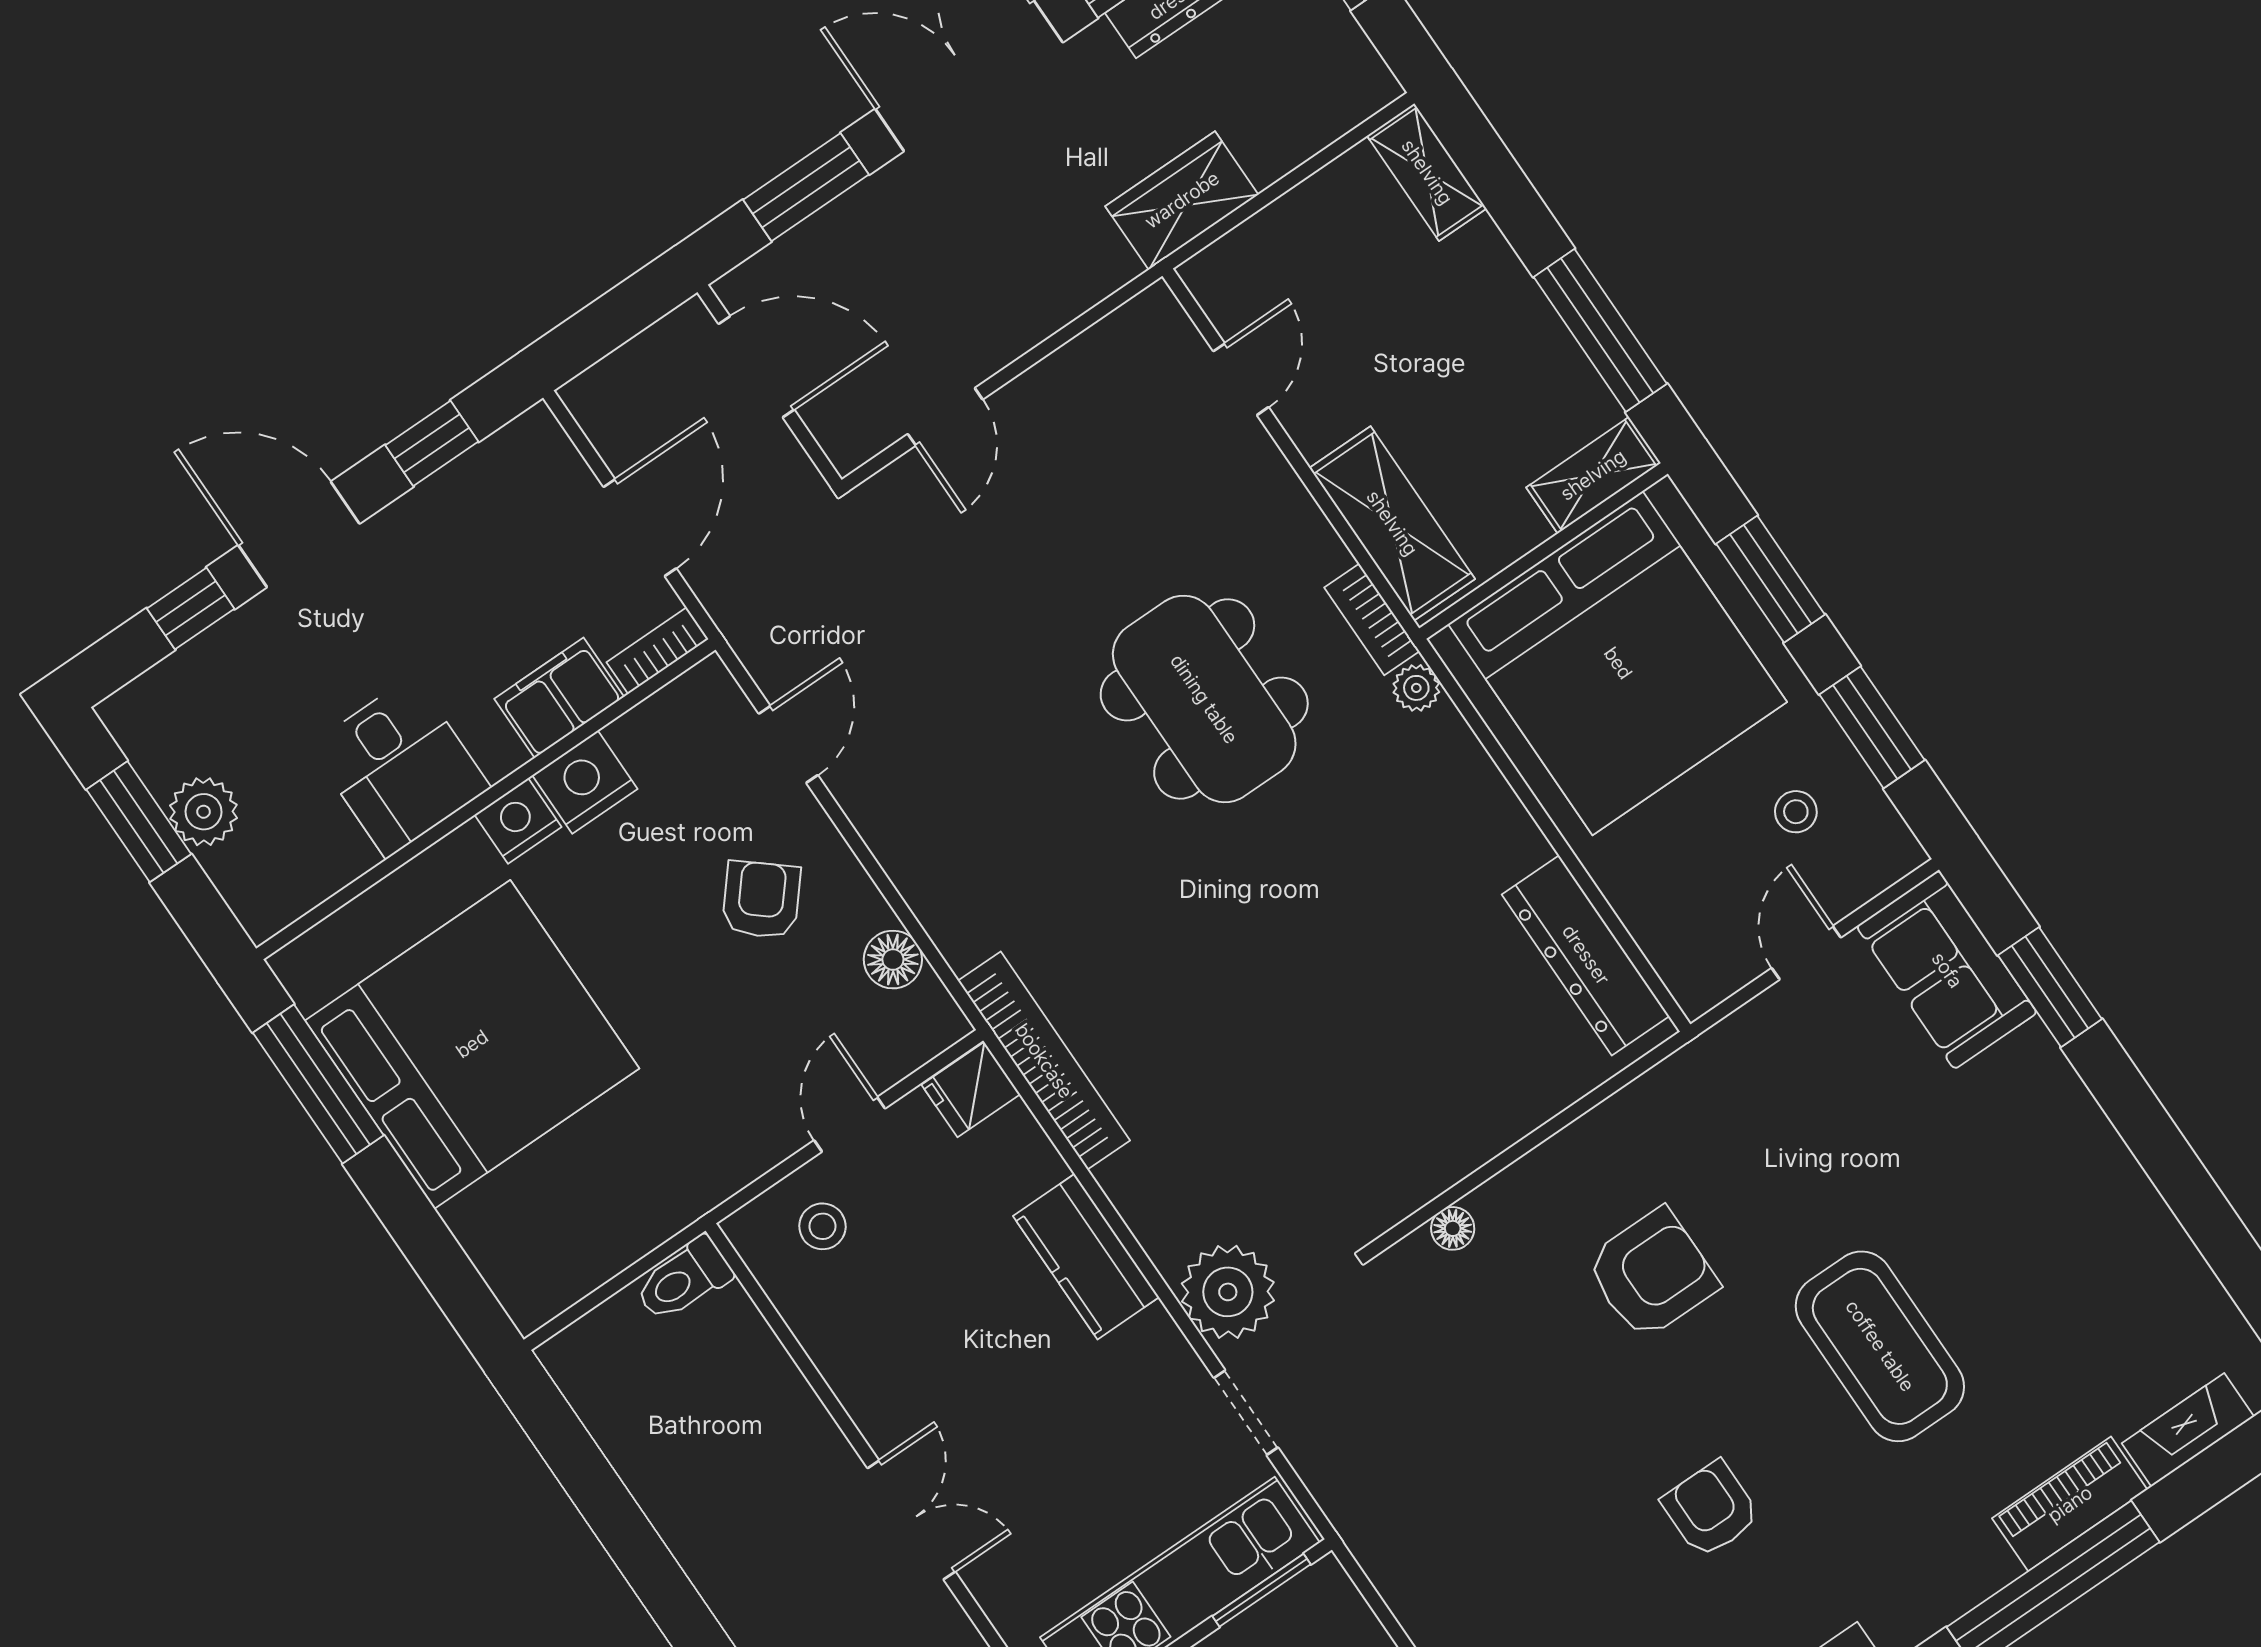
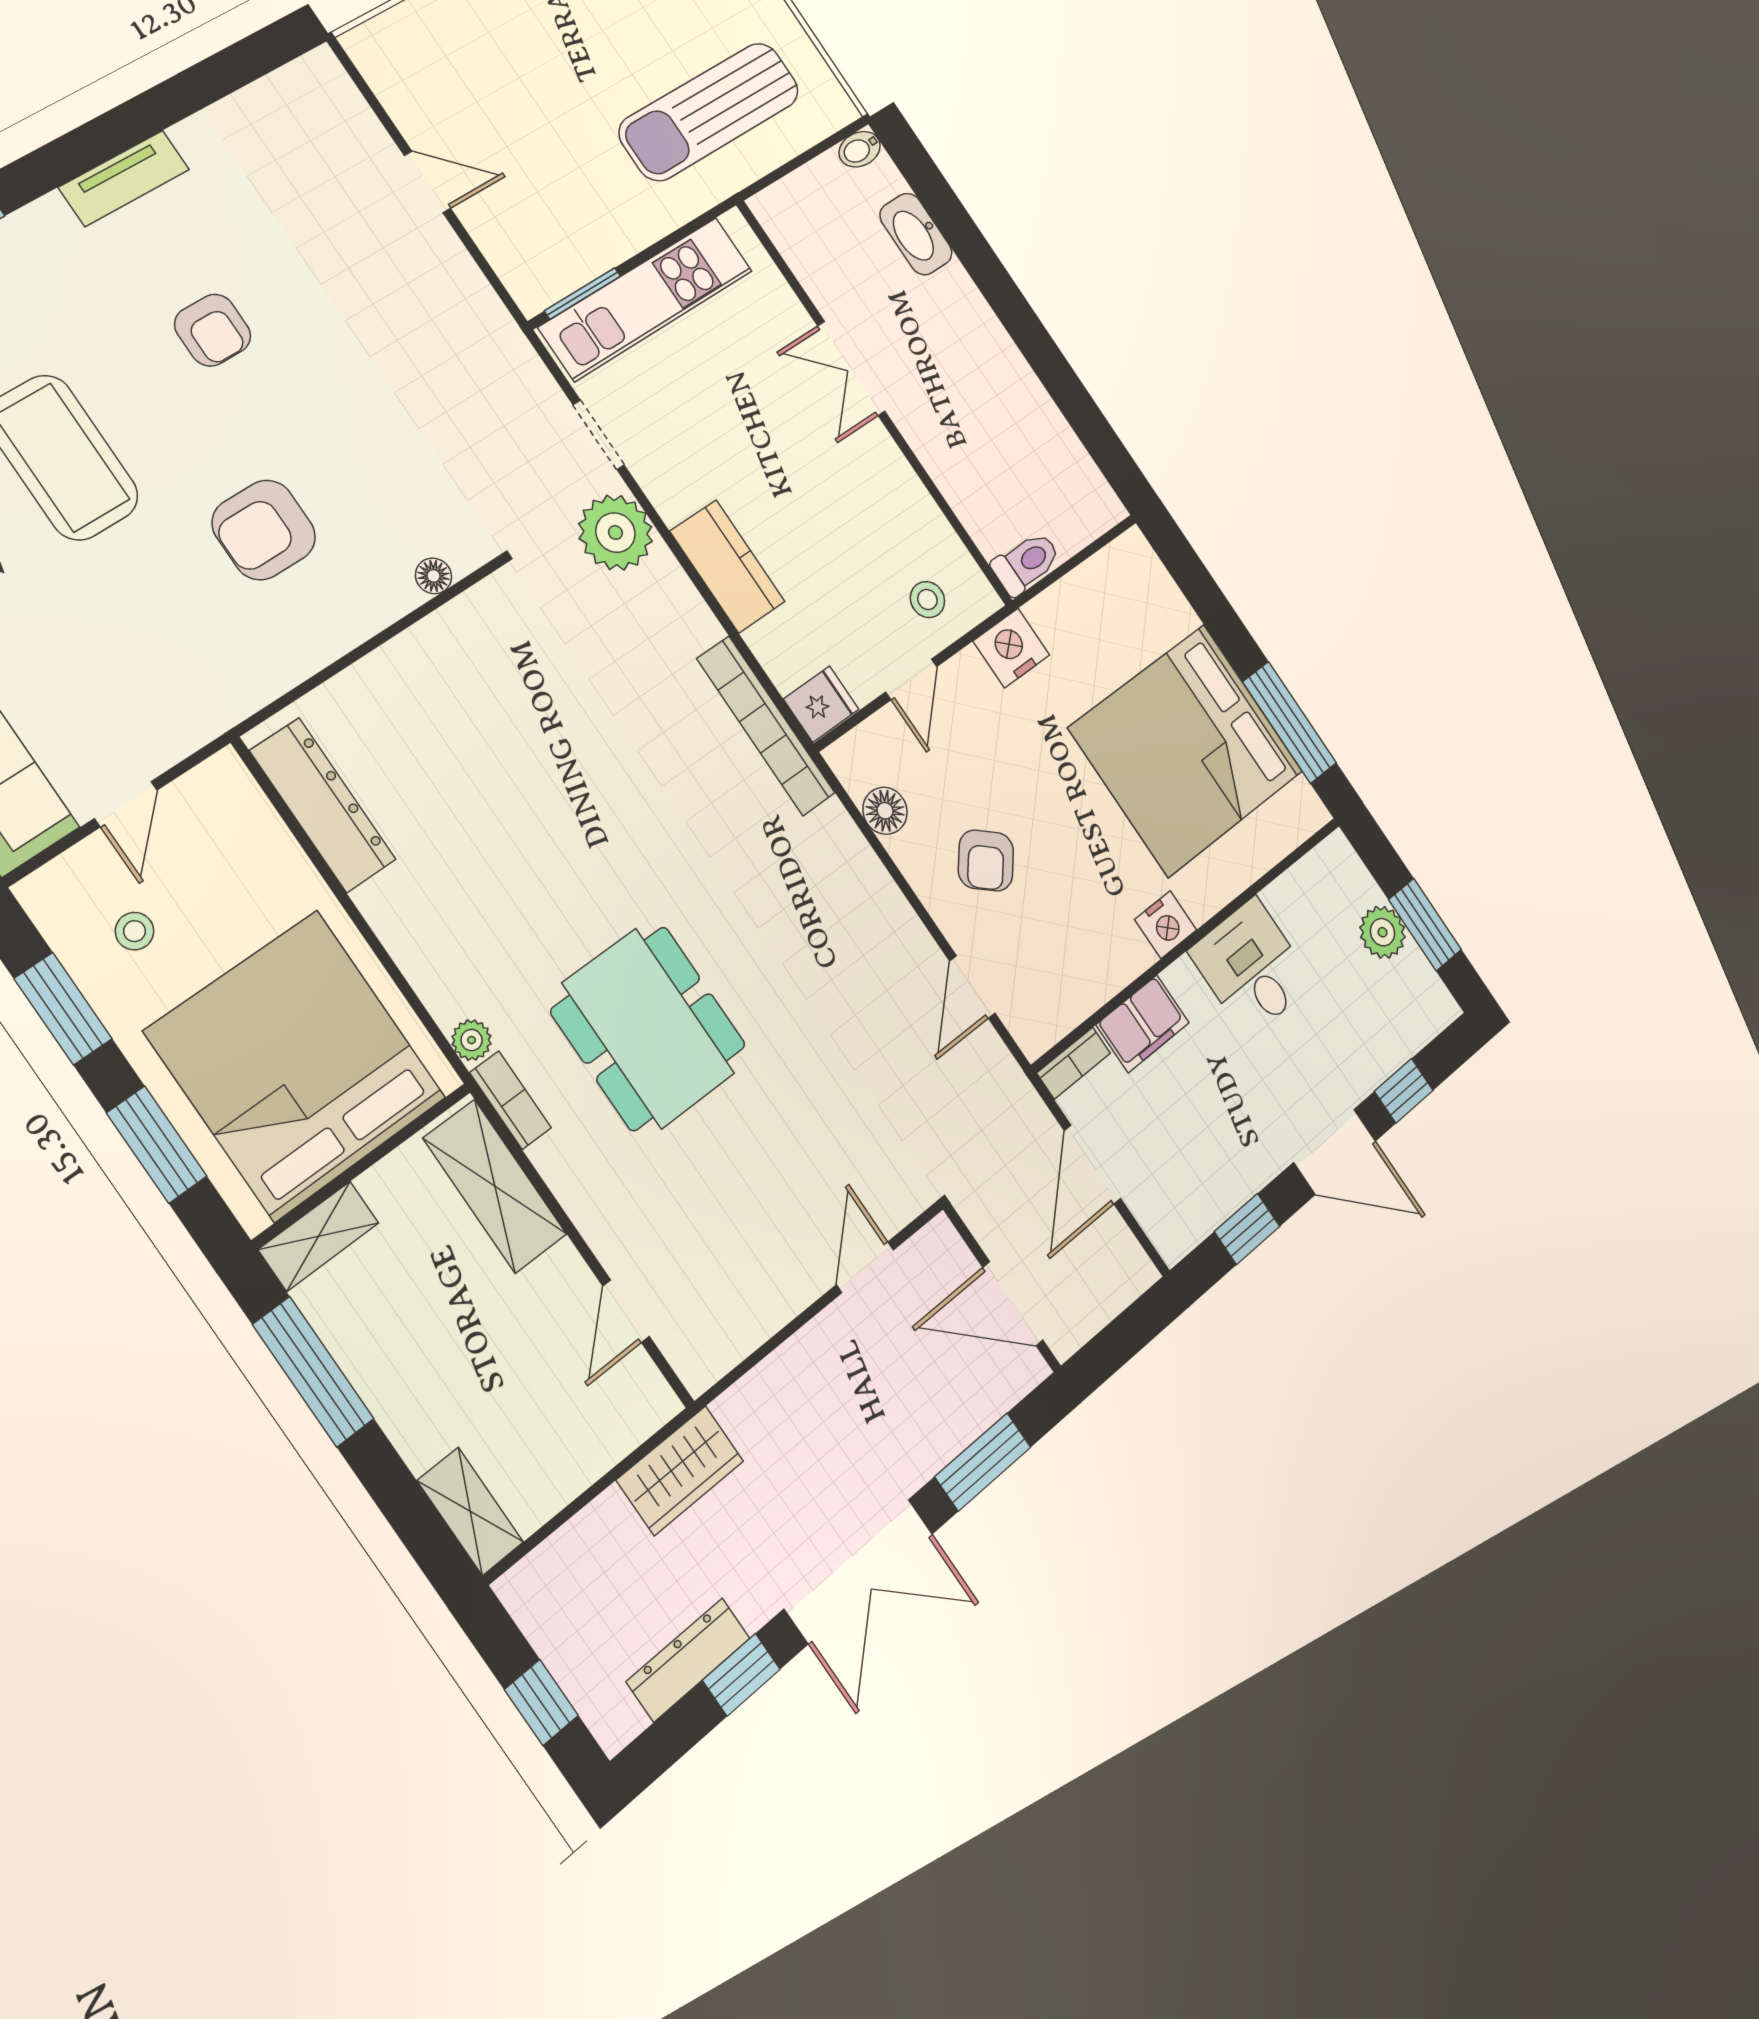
nightstand: (585, 782) -> (1011, 648), moved, turned 180

